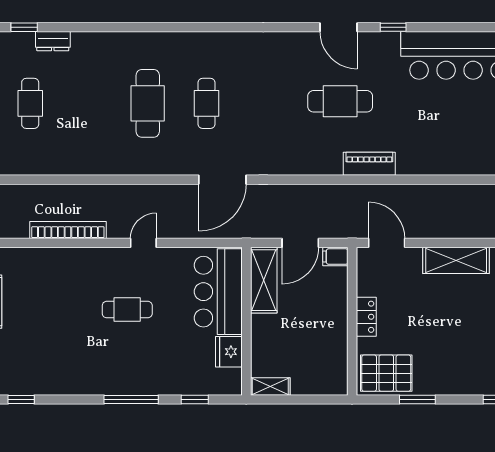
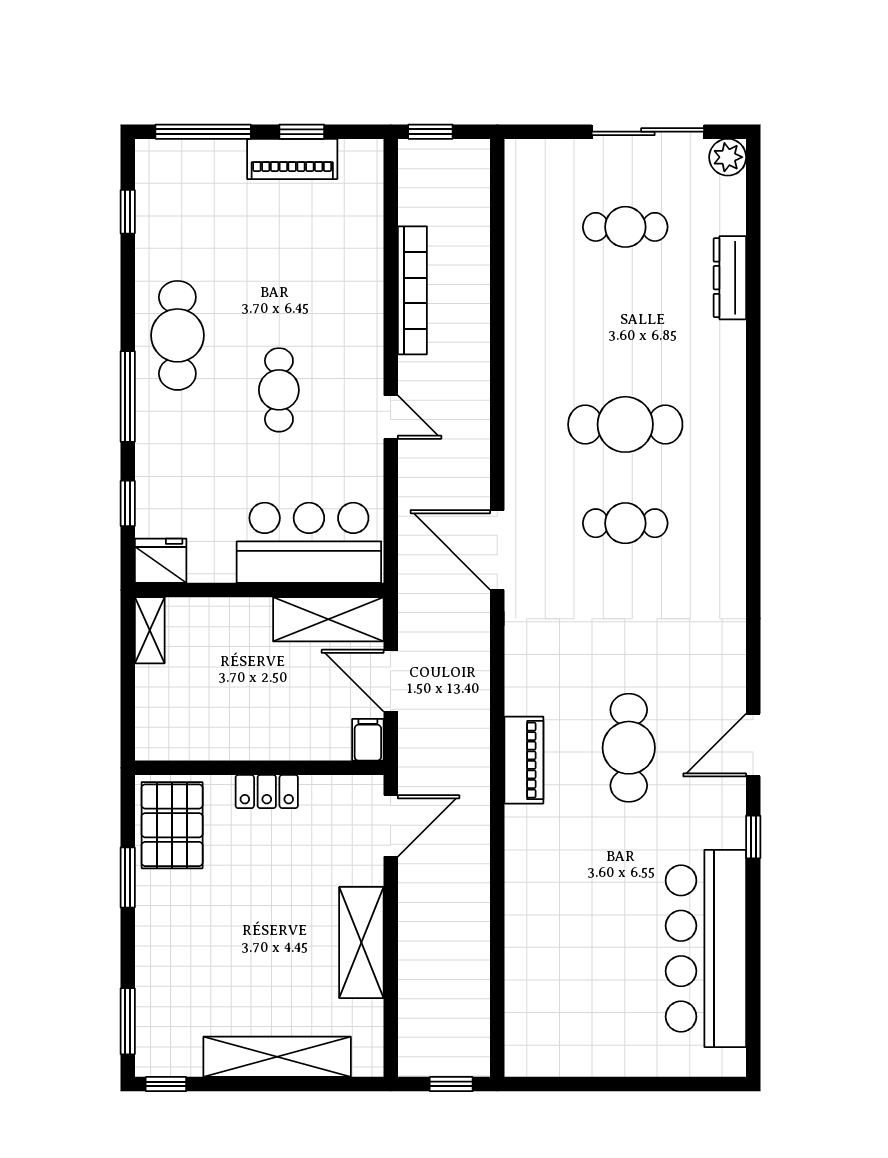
window: (24, 27) -> (753, 217), removed
dresser: (53, 41) -> (730, 278), width x1.44
piano: (369, 164) -> (524, 760), moved
fridge: (229, 352) -> (161, 561), moved
cafe table: (95, 370) -> (177, 335), added

